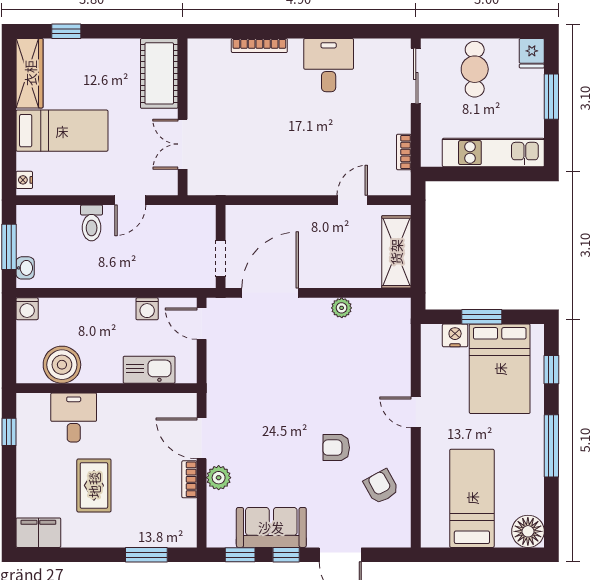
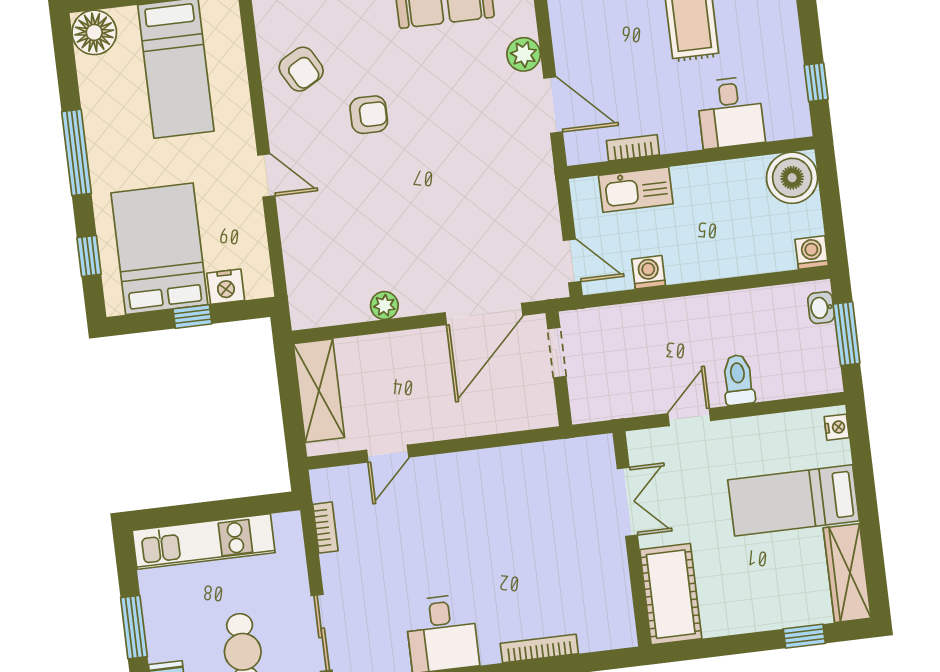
window: (482, 317) -> (192, 316), width x0.67
boiler: (62, 365) -> (792, 178), moved
bookcase: (189, 479) -> (633, 148), moved, turned -90

